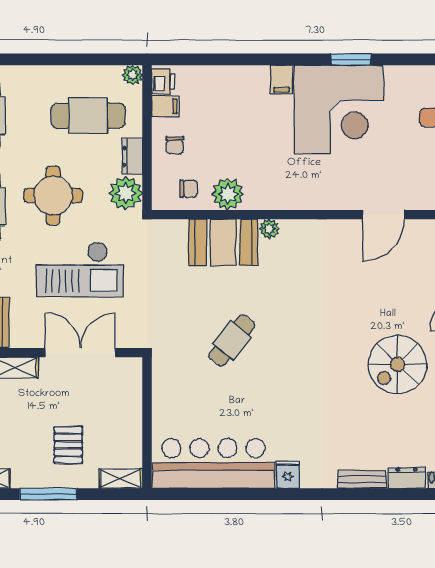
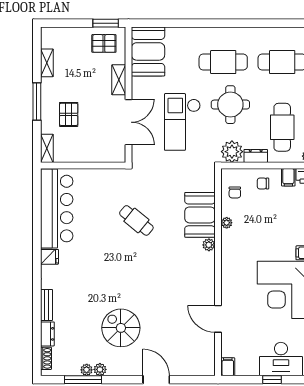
plant: (228, 194) -> (227, 223), width x0.53, depth x0.53
pallet: (68, 445) -> (69, 114), turned 90

